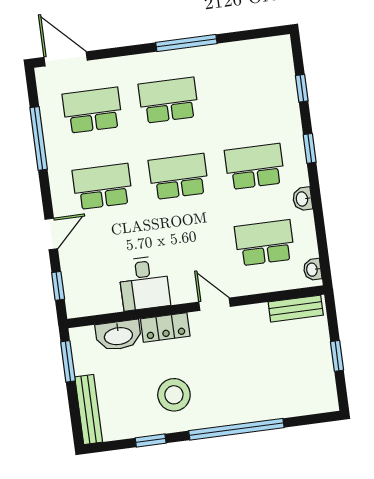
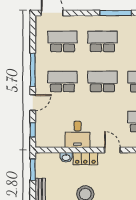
window: (39, 138) -> (33, 70), moved
washbasin: (118, 335) -> (66, 157), width x0.52, depth x0.69

